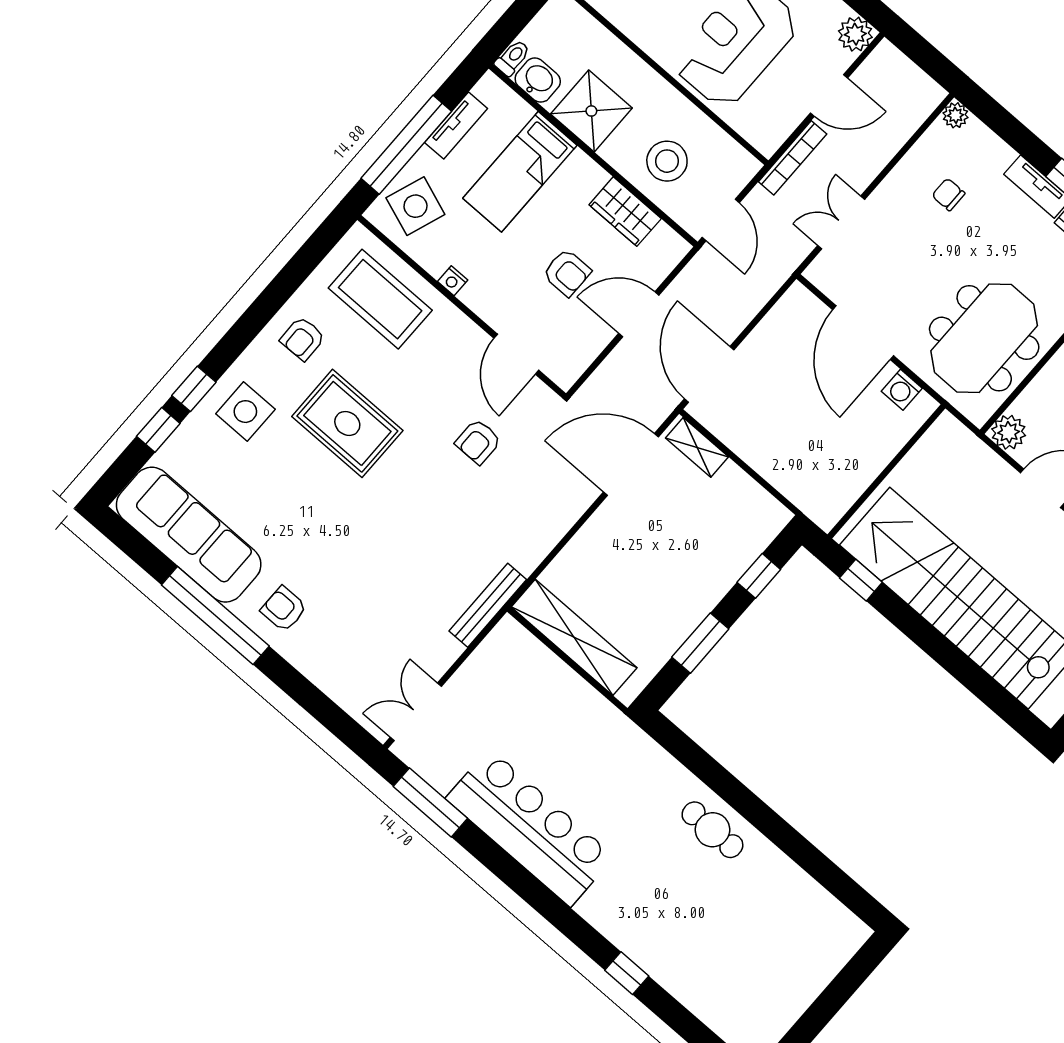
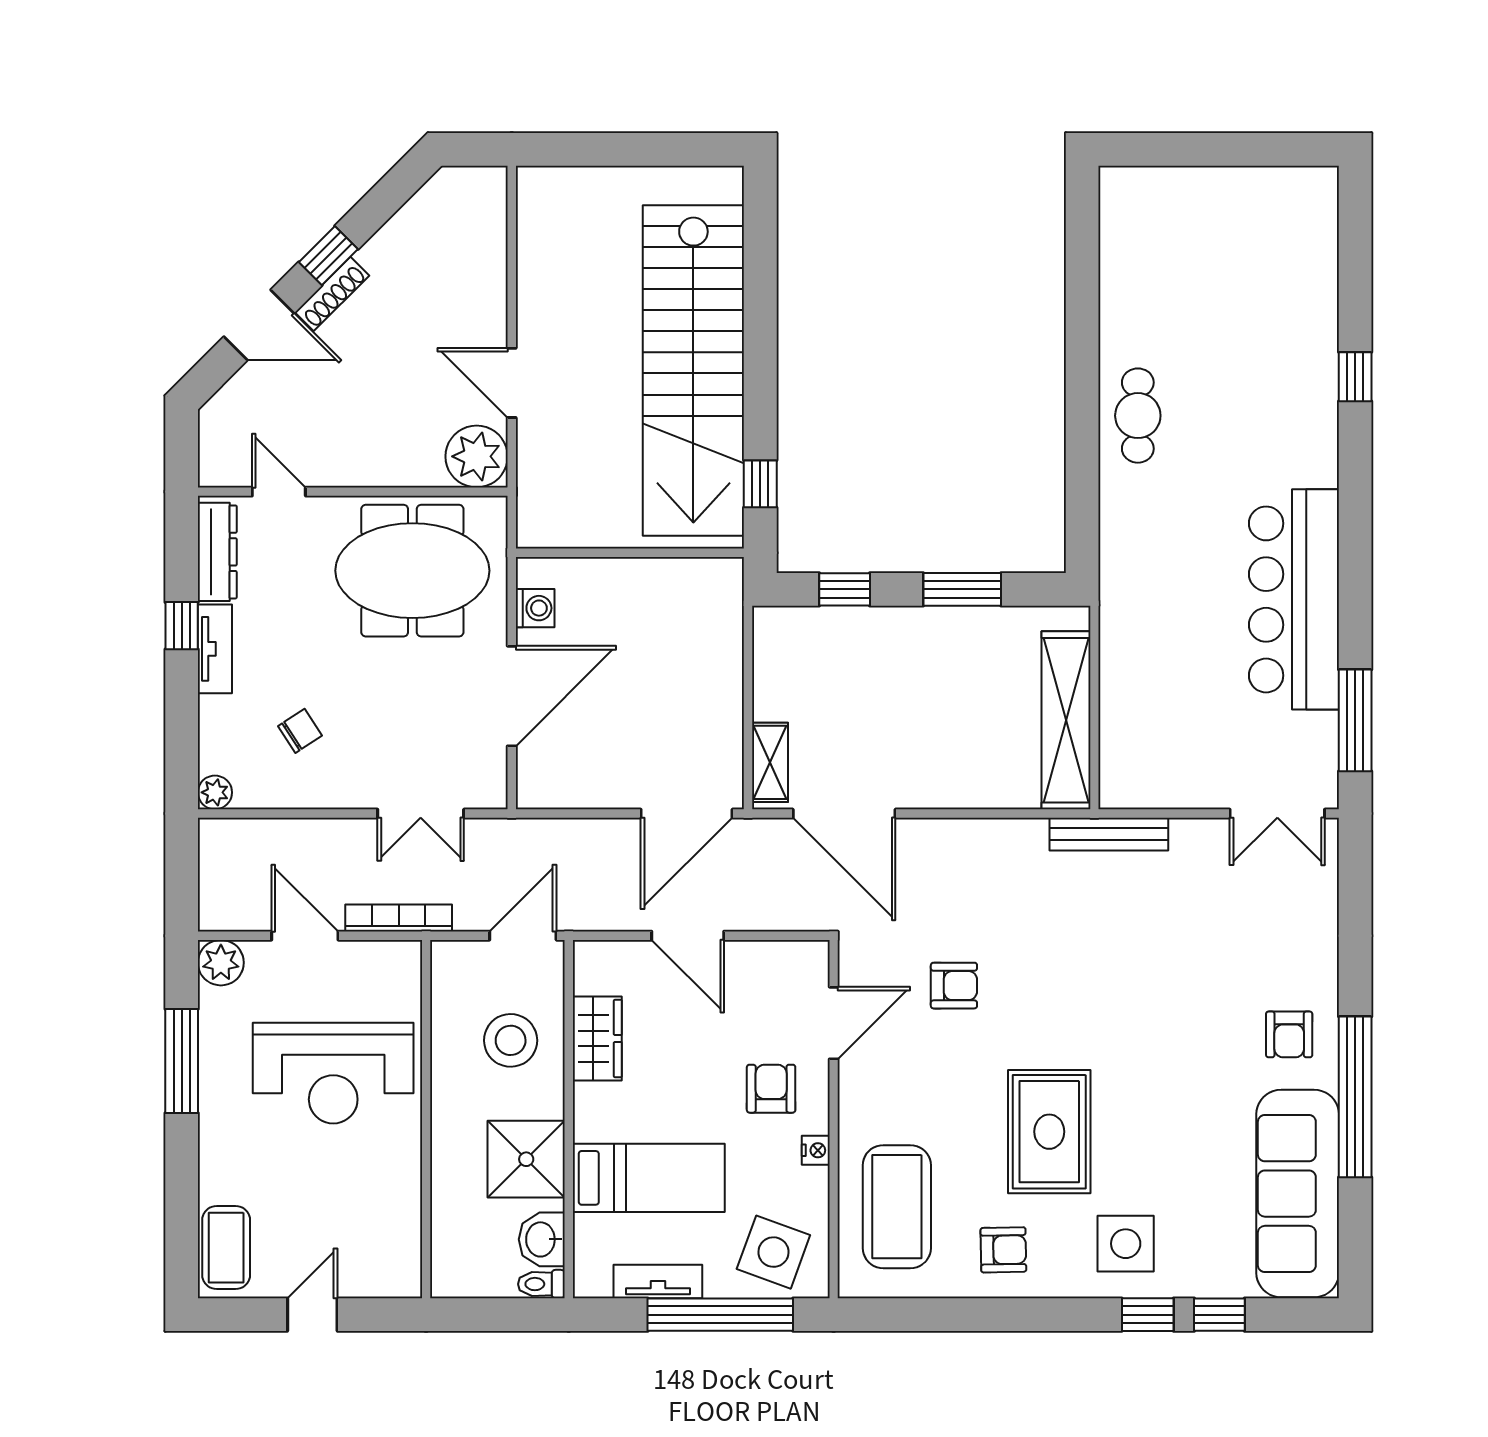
chair: (948, 194) -> (300, 731), turned -123
armchair: (567, 273) -> (771, 1089), moved
plant: (1009, 432) -> (477, 456), width x1.36, depth x1.36

